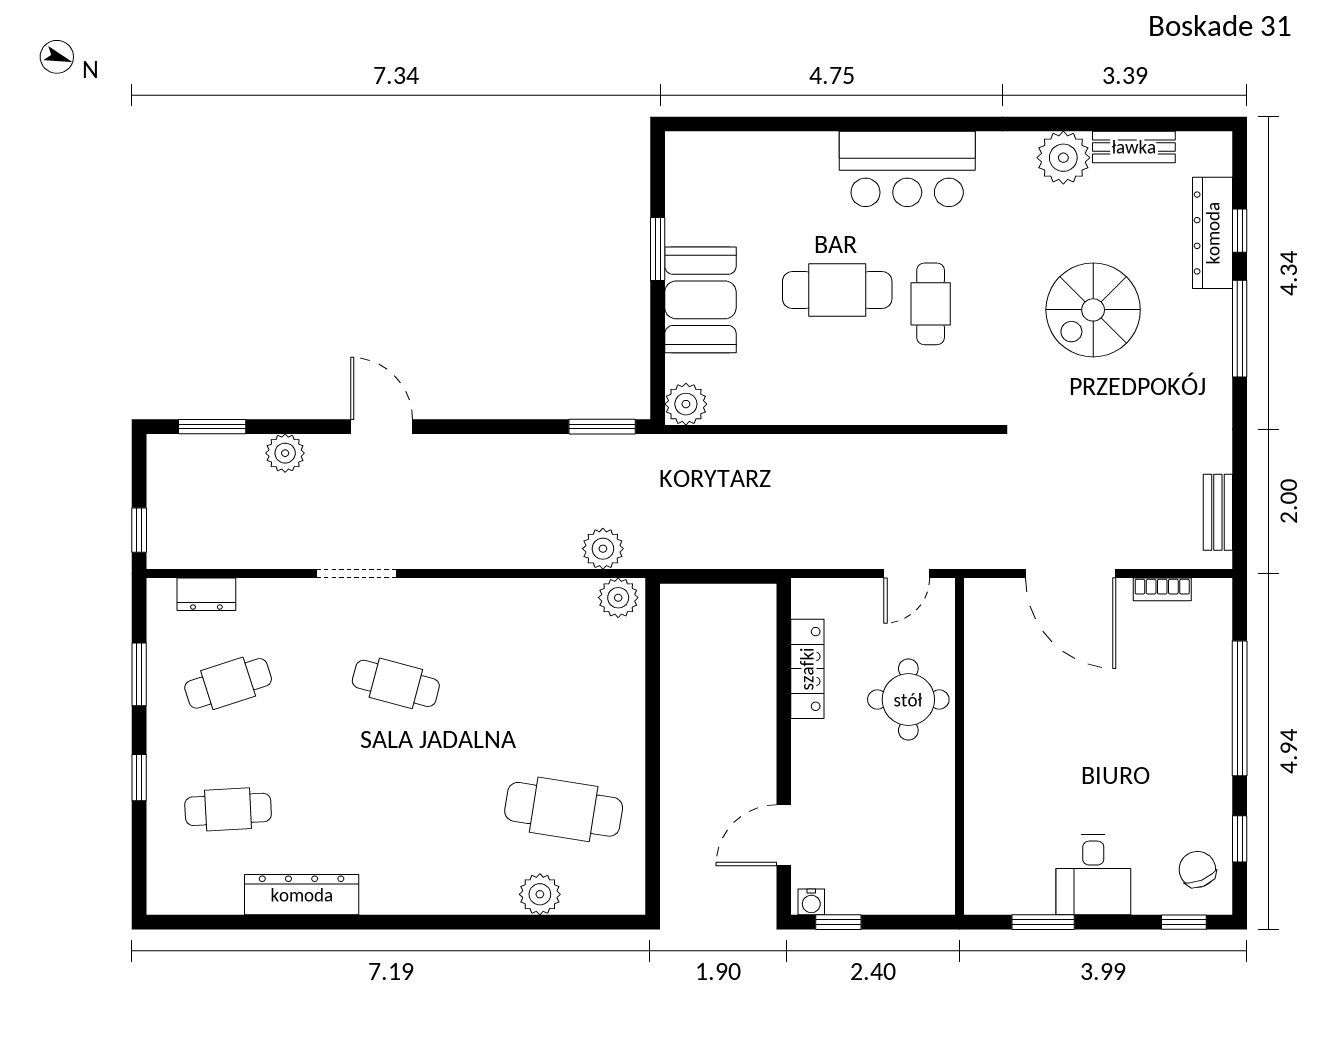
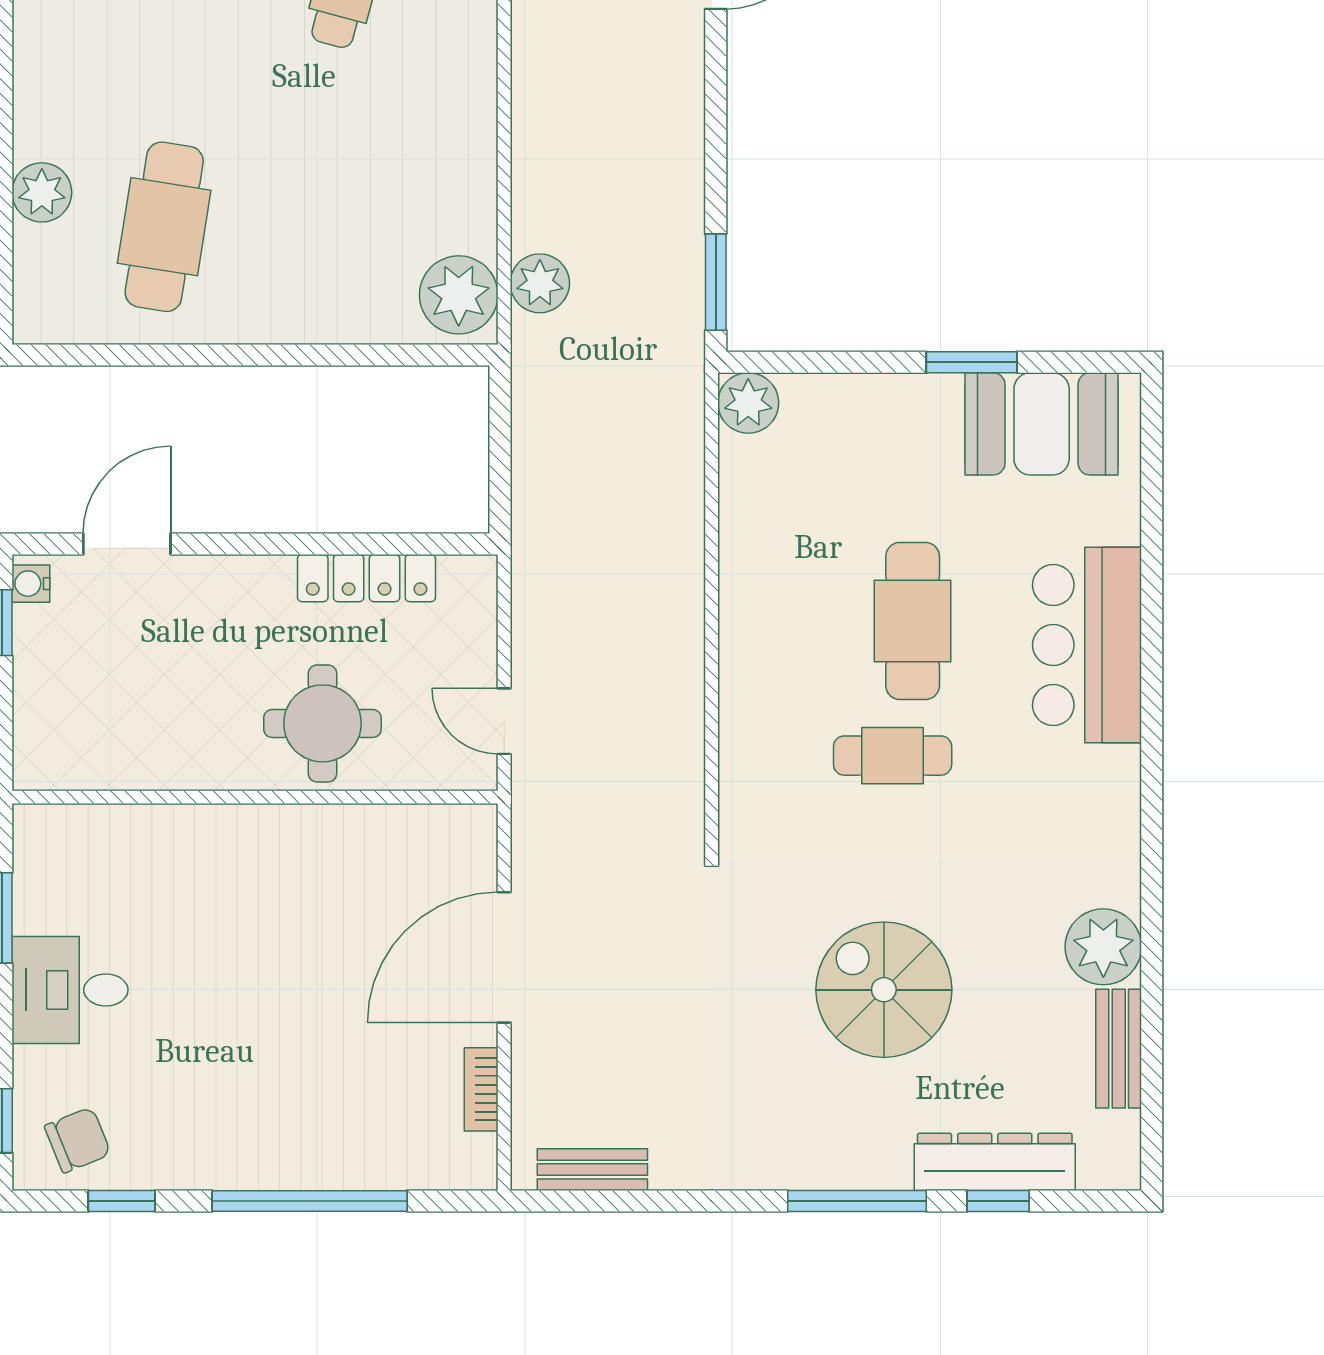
bar counter: (907, 169) -> (1087, 645), moved
booth: (700, 300) -> (1042, 424), moved
plant: (618, 598) -> (459, 295), width x1.36, depth x1.36
door: (784, 835) -> (127, 544), hinge flipped

